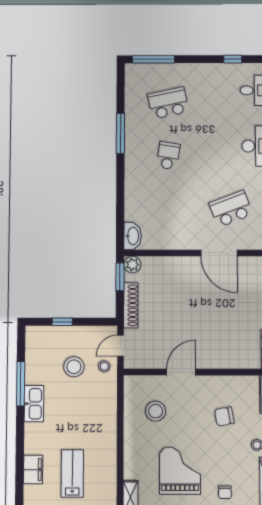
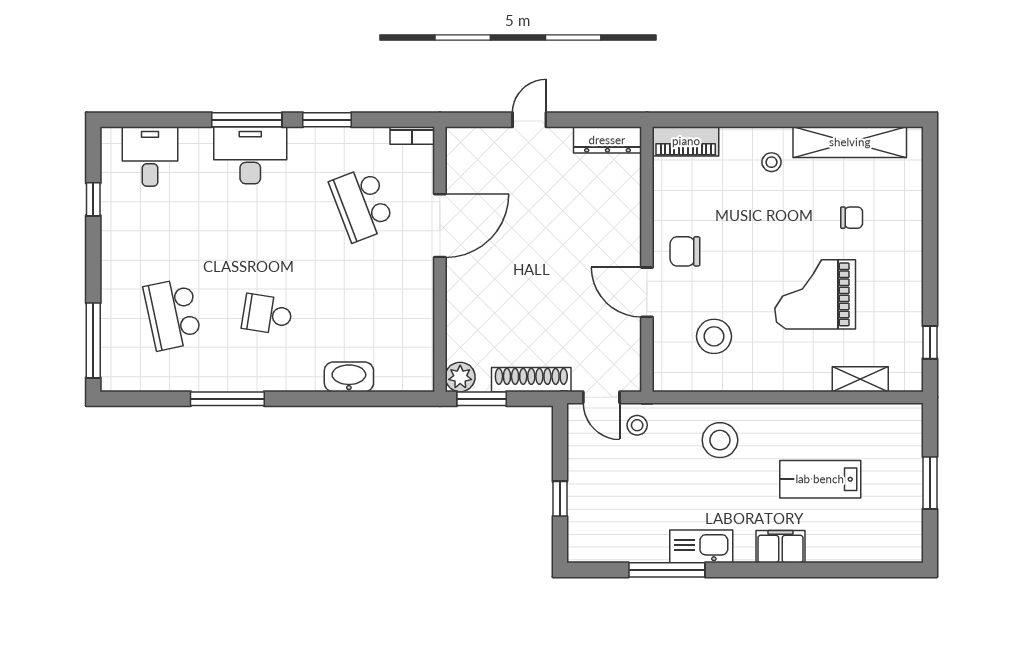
washbasin: (133, 236) -> (349, 377), moved
stool: (74, 367) -> (720, 440), moved
chair: (224, 416) -> (685, 251), moved, turned 100
filing cabinet: (33, 470) -> (780, 547), moved

